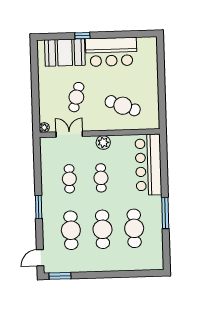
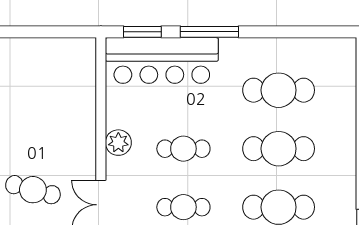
cafe table: (123, 106) -> (51, 105), removed
window: (163, 154) -> (142, 32), added
window: (165, 213) -> (209, 32), moved

